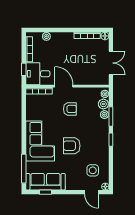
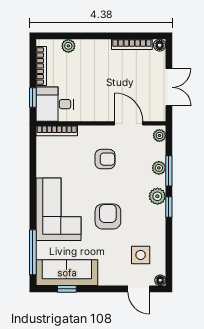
door: (64, 86) -> (129, 123), moved
plant: (103, 104) -> (157, 196), moved
armchair: (72, 146) -> (108, 216), turned 90

